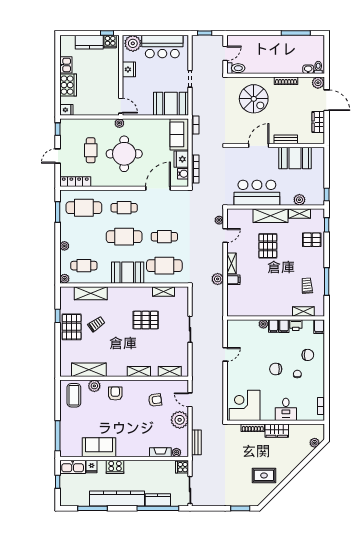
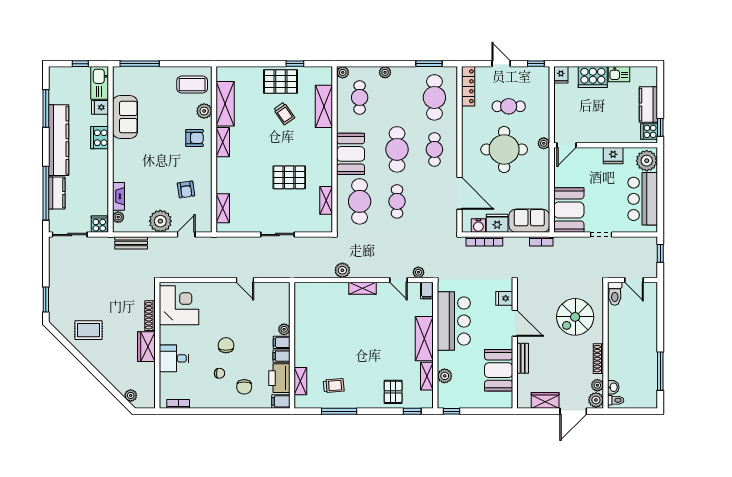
plant: (307, 82) -> (597, 385), added
fridge: (239, 154) -> (504, 298), added
pallet: (268, 246) -> (385, 335), removed
filing cabinet: (233, 280) -> (427, 291), moved
pallet: (146, 320) -> (289, 177), turned 90
printer: (296, 325) -> (279, 378), width x1.87, depth x1.48
shelving: (139, 372) -> (223, 142), moved
rug: (264, 475) -> (89, 330), turned 90

